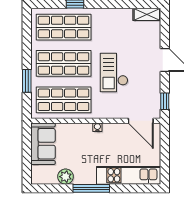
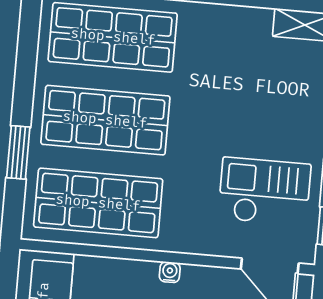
checkout: (114, 73) -> (265, 192), moved, turned 90

